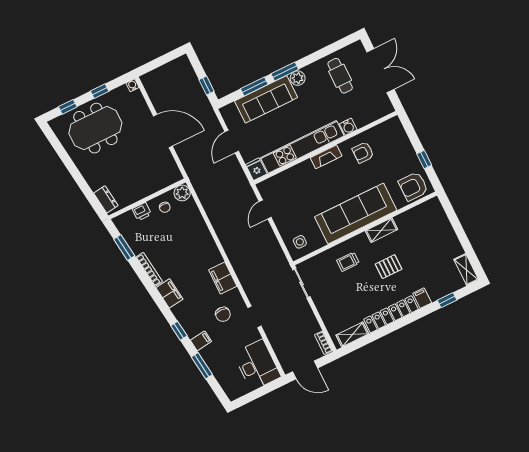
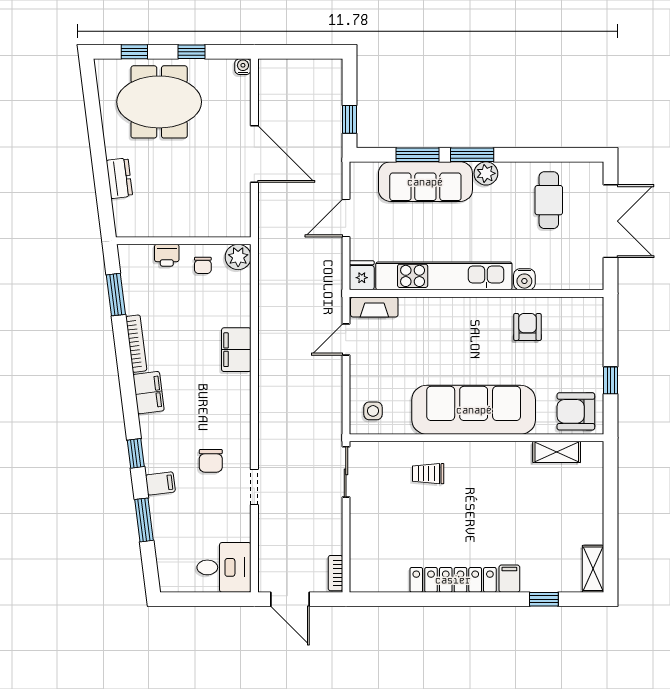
armchair: (363, 152) -> (527, 327), turned 90
fireplace: (326, 157) -> (374, 307), moved
dresser: (106, 199) -> (119, 178), moved
shelving: (381, 230) -> (557, 452), moved
pallet: (389, 267) -> (483, 510), removed
filing cabinet: (223, 278) -> (236, 350), moved
shelving: (352, 334) -> (383, 582), removed
desk: (257, 365) -> (224, 567), width x0.73

